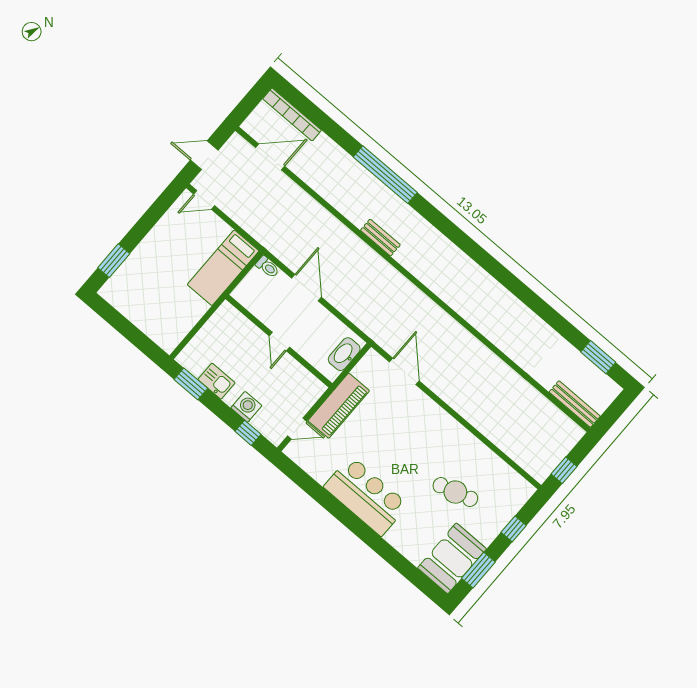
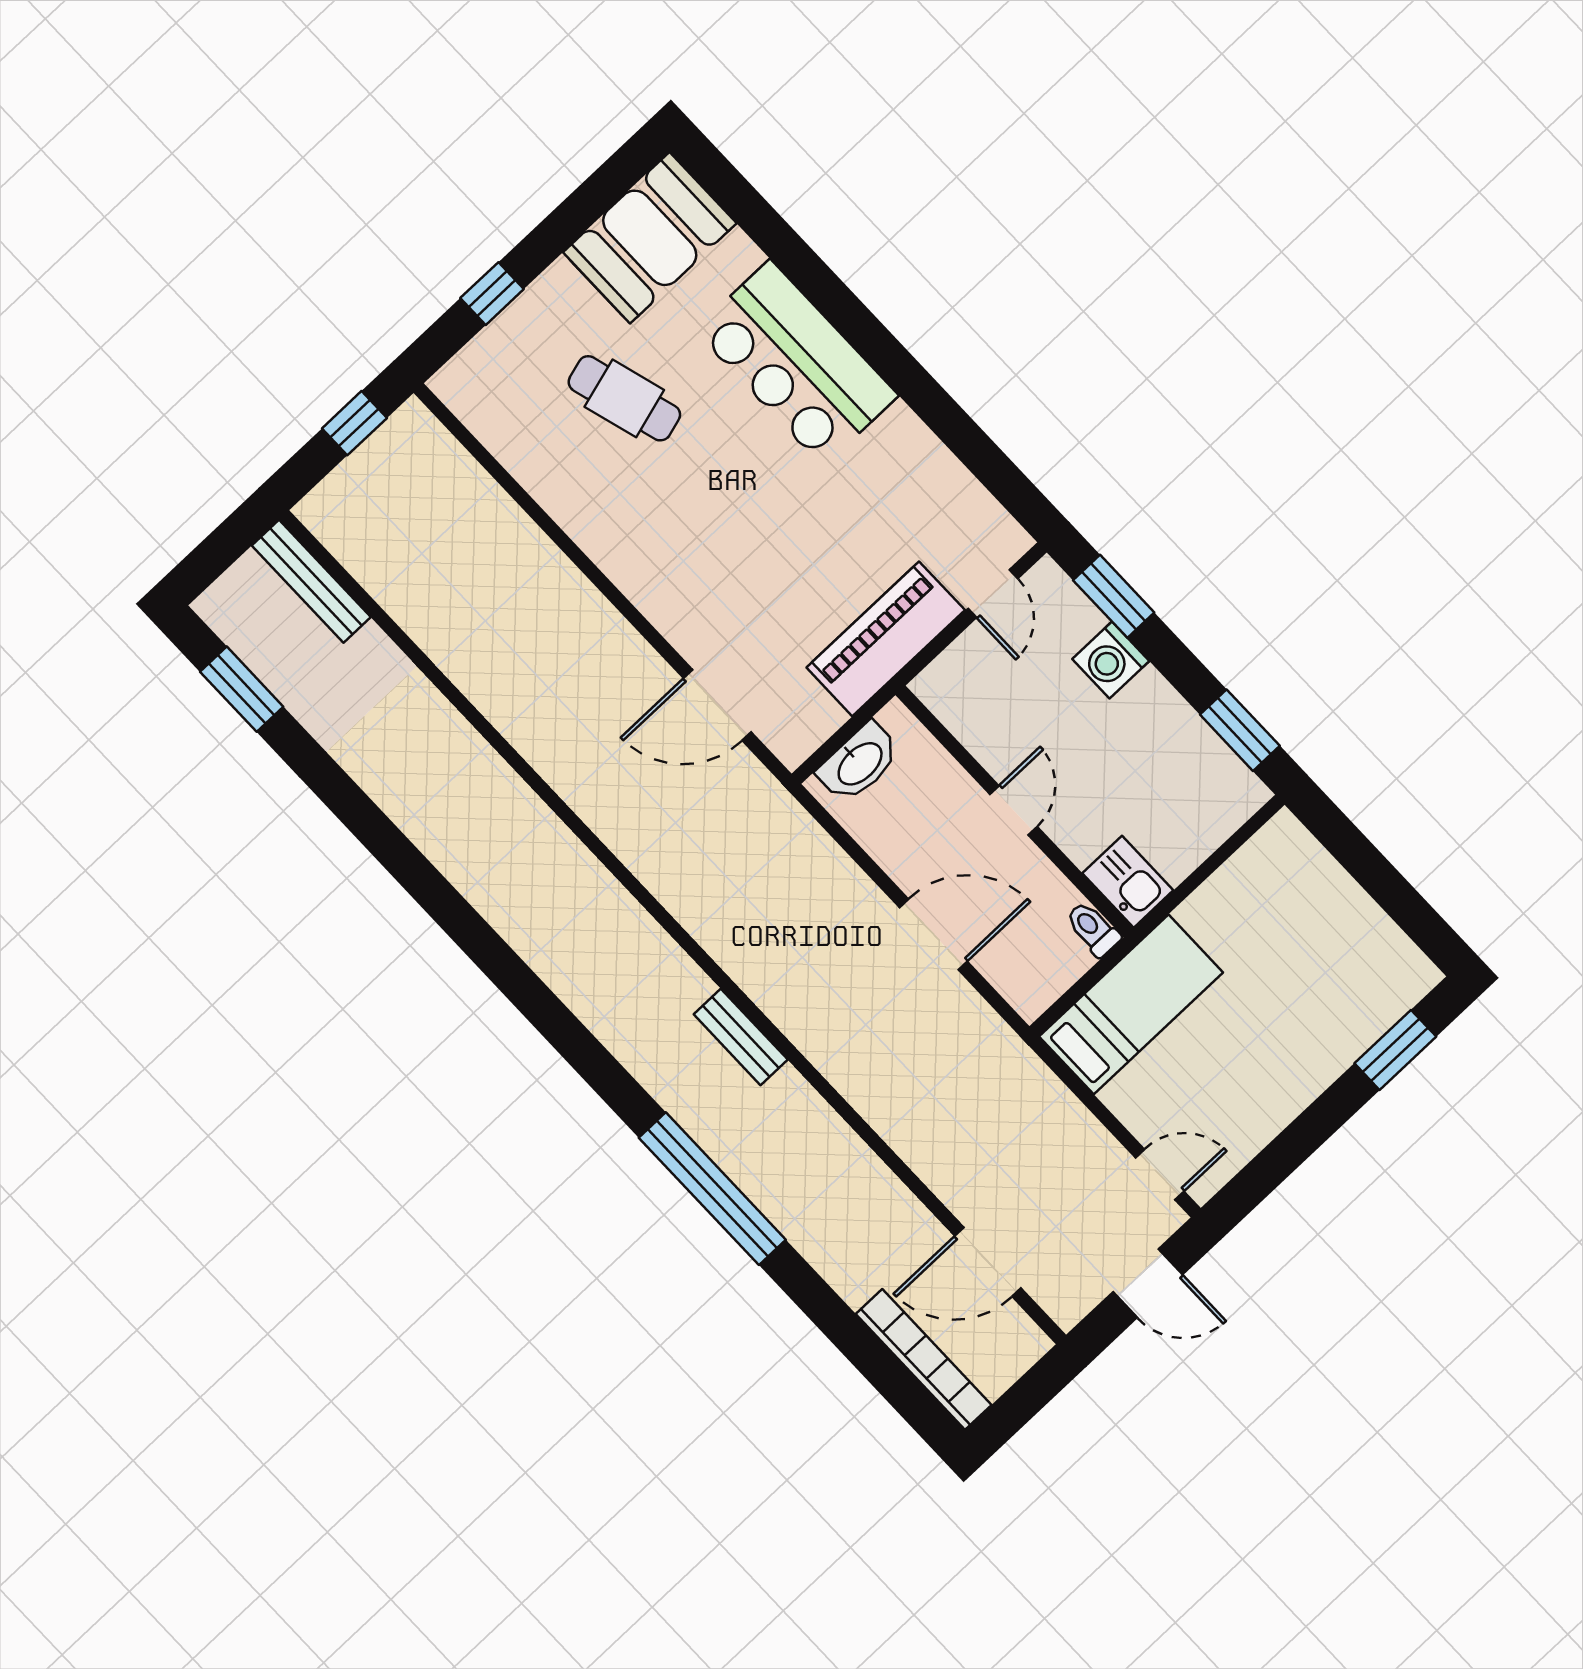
toilet: (267, 267) -> (1093, 929), moved
door: (307, 288) -> (933, 934), swing flipped
door: (404, 371) -> (717, 705), hinge flipped
kitchen sink: (216, 381) -> (1128, 882), moved, turned 180
door: (297, 429) -> (993, 594), swing flipped
window: (248, 433) -> (1114, 596), width x1.50
bar counter: (366, 496) -> (796, 363), moved
window: (478, 570) -> (589, 202), removed

